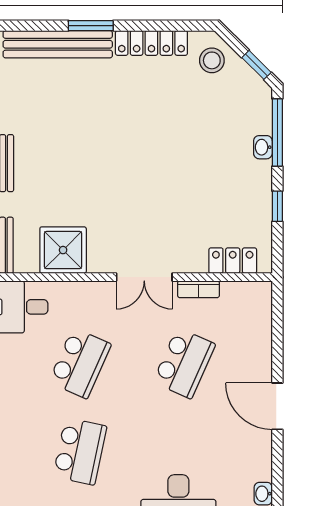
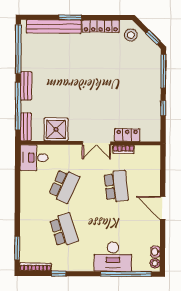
washbasin: (263, 147) -> (156, 79), removed
locker: (233, 261) -> (127, 135), moved
school desk: (184, 363) -> (116, 186), turned -30
school desk: (80, 451) -> (64, 230), turned -30

